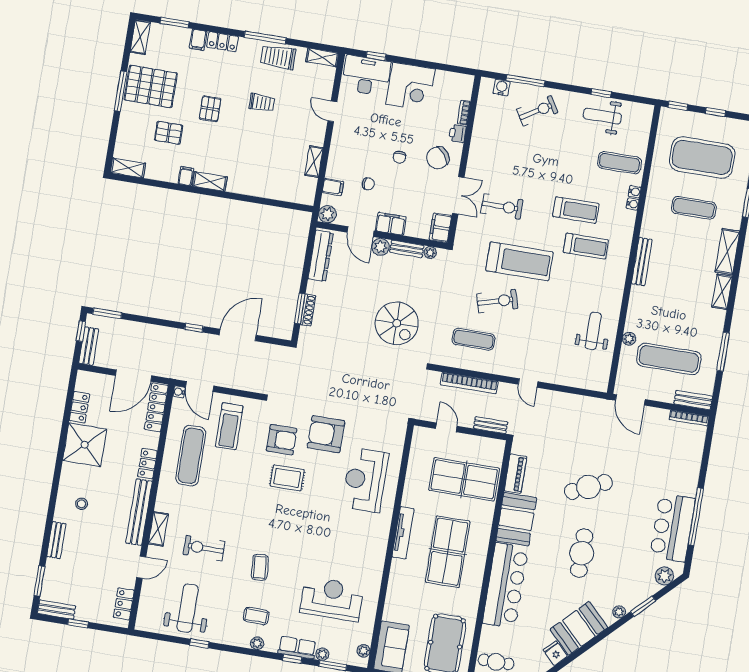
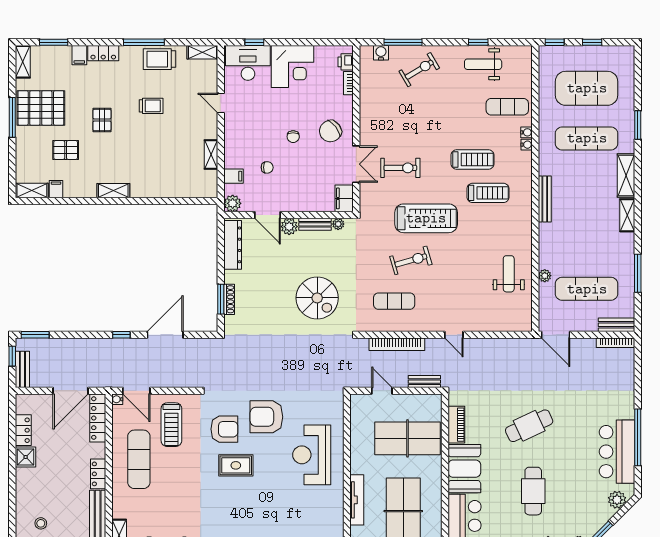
printer: (458, 133) -> (346, 62), moved
filing cabinet: (186, 176) -> (56, 189), moved
exercise mat: (694, 208) -> (587, 138), width x1.36, depth x1.45
filing cabinet: (391, 224) -> (295, 203), removed
shower: (85, 445) -> (26, 457), width x0.54, depth x0.54

